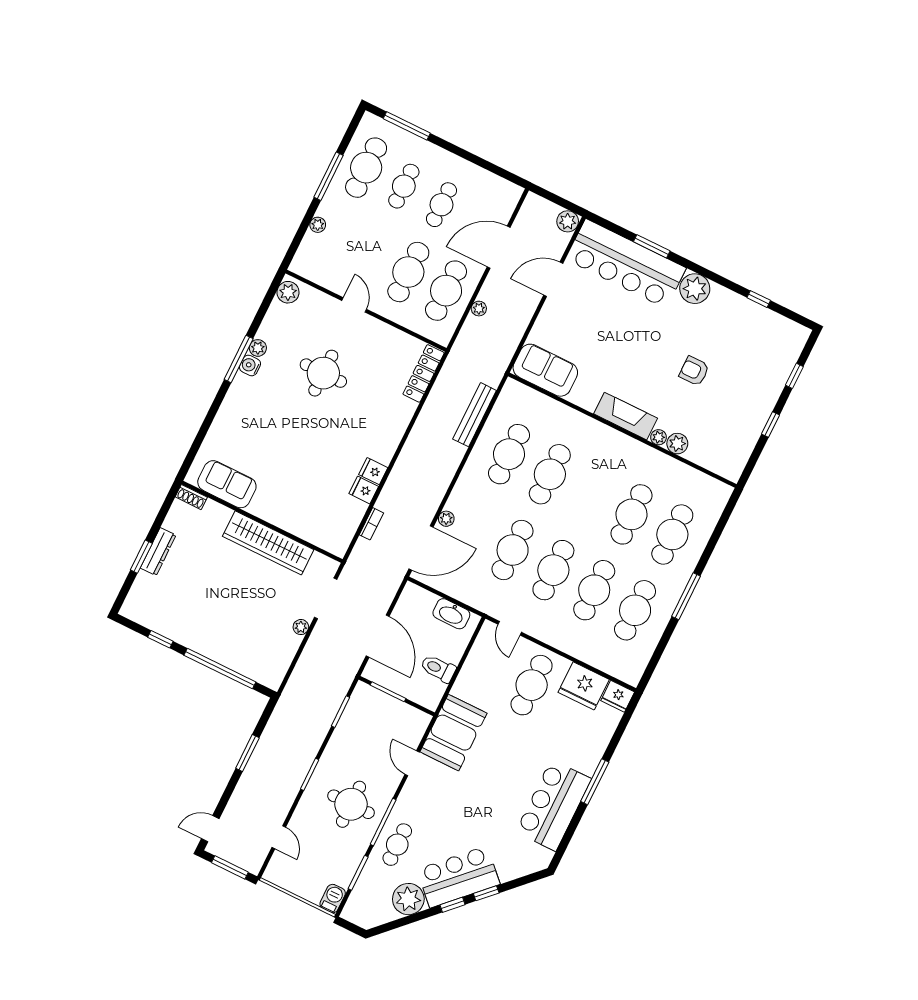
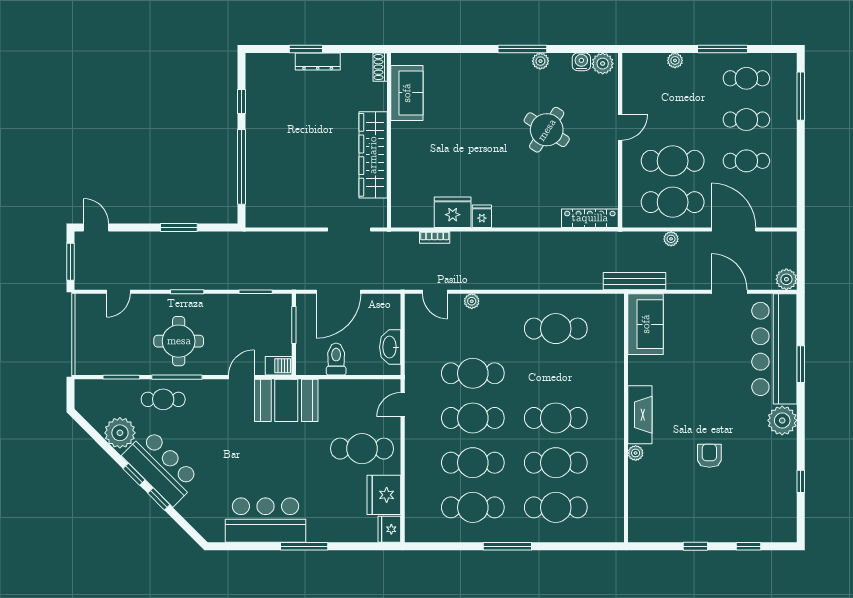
cafe table: (366, 168) -> (746, 78), width x0.73, depth x0.74
water cooler: (250, 365) -> (581, 62), moved
round table: (323, 373) -> (547, 130), turned 33
bench: (475, 415) -> (635, 281), moved
plant: (677, 444) -> (638, 472), removed
cafe table: (550, 474) -> (556, 418), moved
fridge: (364, 490) -> (453, 212), width x1.88, depth x1.34
door: (421, 548) -> (435, 292), width x0.53
plant: (301, 627) -> (313, 220), removed
barbecue: (333, 899) -> (279, 366), moved

